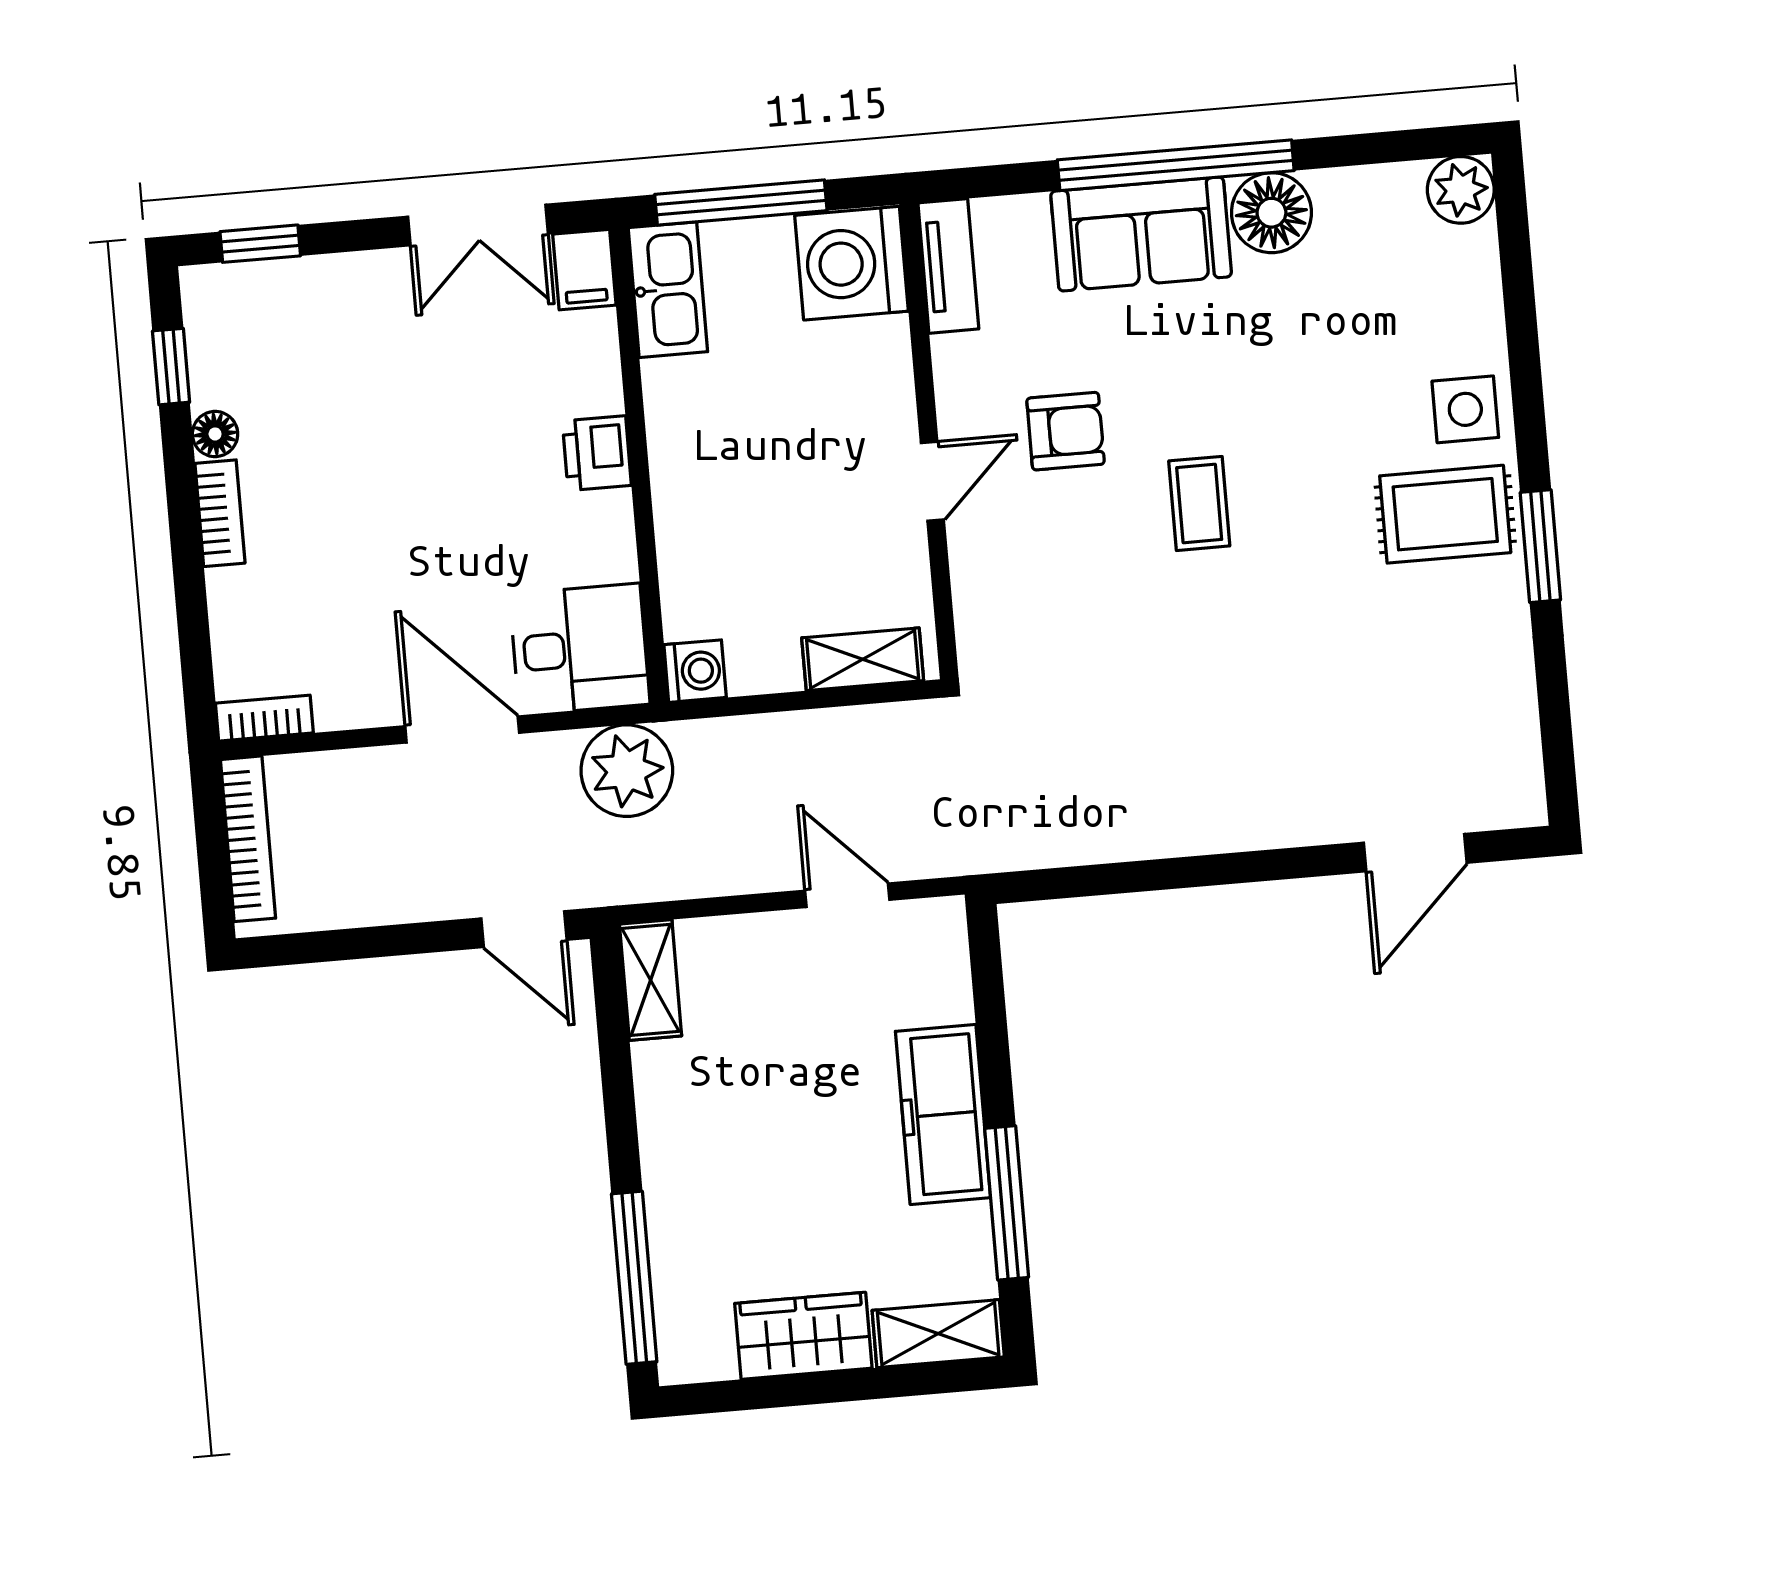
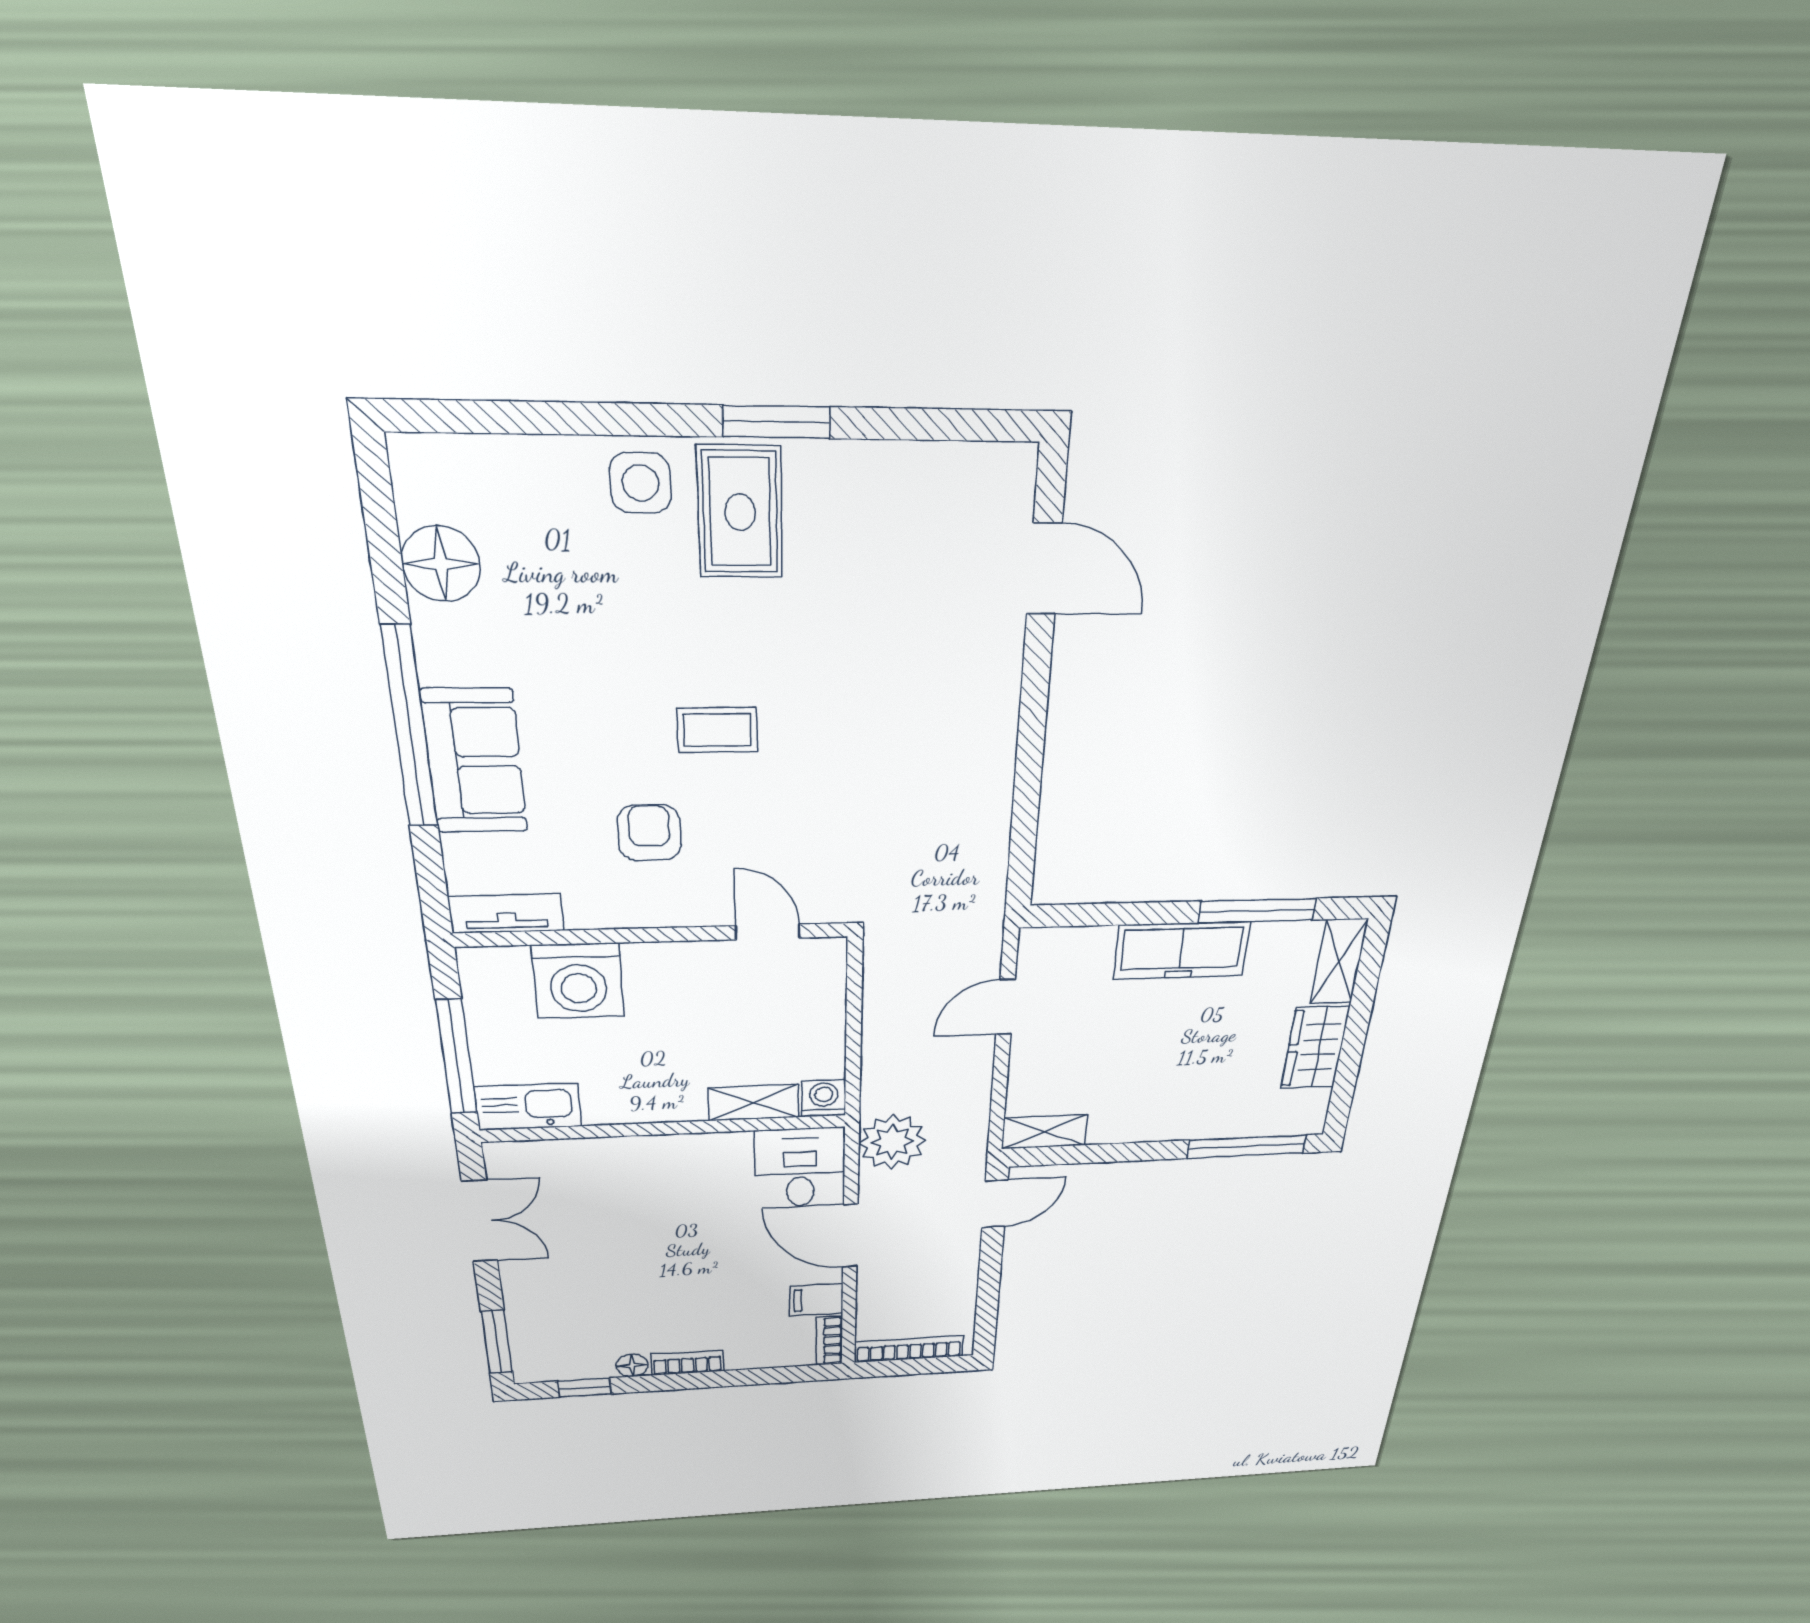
plant: (1461, 190) -> (422, 466), removed
floor lamp: (1271, 213) -> (441, 564), moved
window: (260, 244) -> (497, 1342), width x1.50
washing machine: (852, 263) -> (578, 981), moved
filing cabinet: (584, 270) -> (817, 1300), moved, turned 180
printer: (597, 453) -> (655, 1154), removed
door: (932, 481) -> (768, 932), moved
shelving: (863, 659) -> (754, 1103), moved, turned 90
door: (462, 729) -> (850, 1236), hinge flipped

